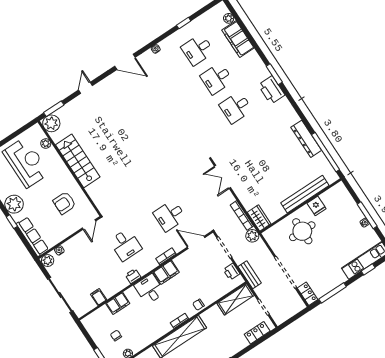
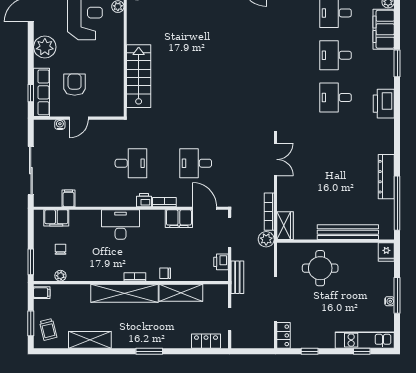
window: (274, 74) -> (397, 63), moved
stairs: (78, 161) -> (139, 76), moved
double door: (223, 177) -> (275, 159), swing flipped
armchair: (64, 203) -> (75, 85), moved, turned 90
fridge: (317, 206) -> (386, 252), moved
window: (12, 222) -> (31, 93), moved
door: (89, 225) -> (79, 118), moved
desk: (125, 245) -> (131, 163), turned -90
plant: (48, 261) -> (41, 127), removed
filing cabinet: (166, 272) -> (179, 219), moved
printer: (133, 276) -> (144, 200), moved
desk: (149, 289) -> (121, 225), width x1.37
window: (333, 293) -> (310, 351), width x0.46
shelving: (236, 299) -> (181, 293), moved
filing cabinet: (118, 303) -> (56, 218), moved

